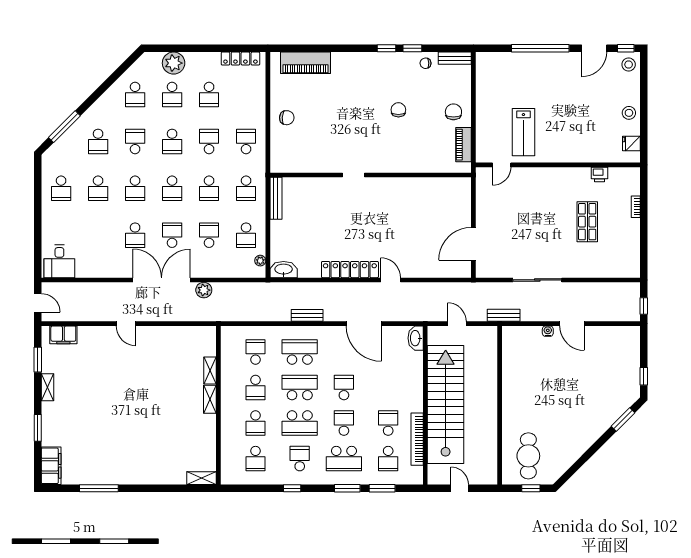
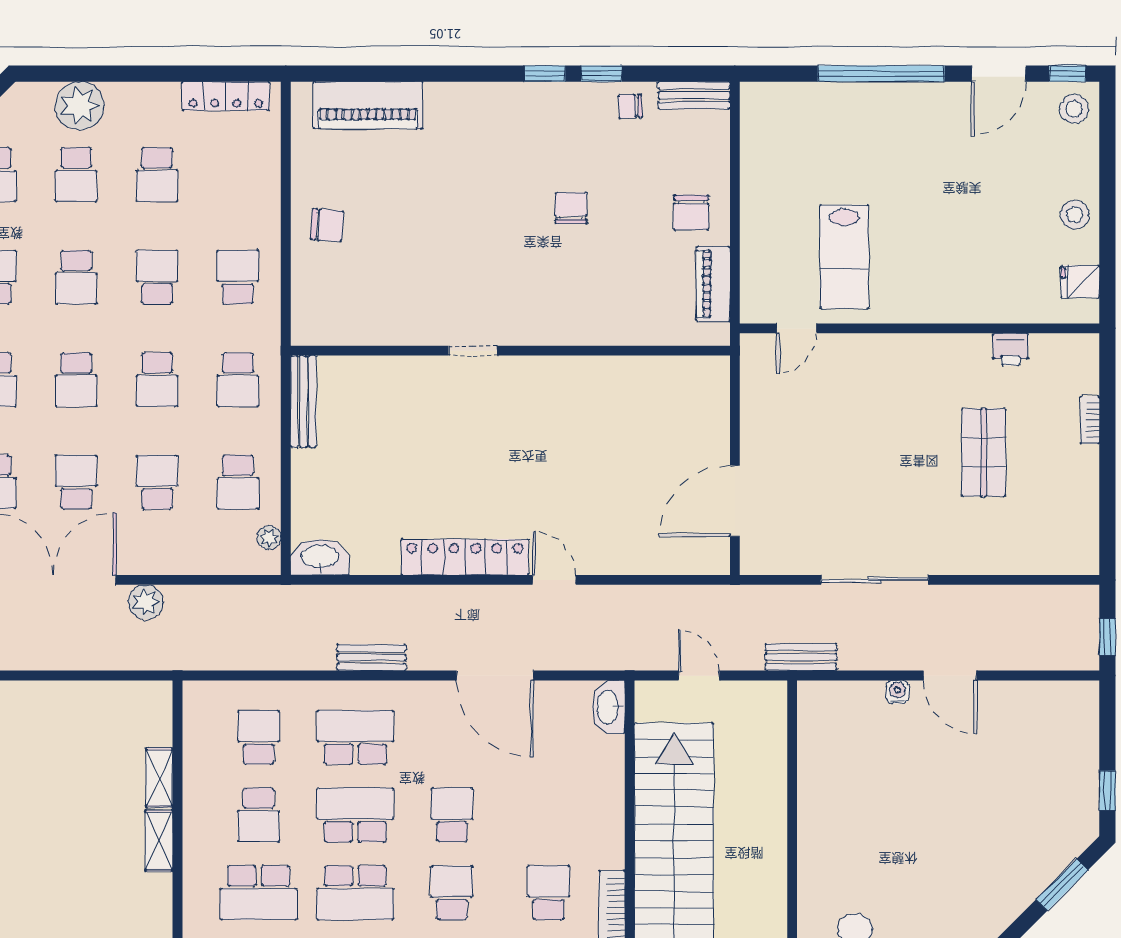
chair: (453, 112) -> (691, 212), turned 180
school desk: (255, 423) -> (259, 893), width x1.85

